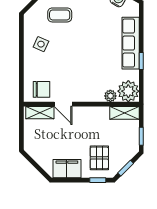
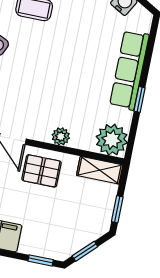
plant: (110, 96) -> (61, 136), moved
pallet: (99, 158) -> (42, 171), moved, turned 90

